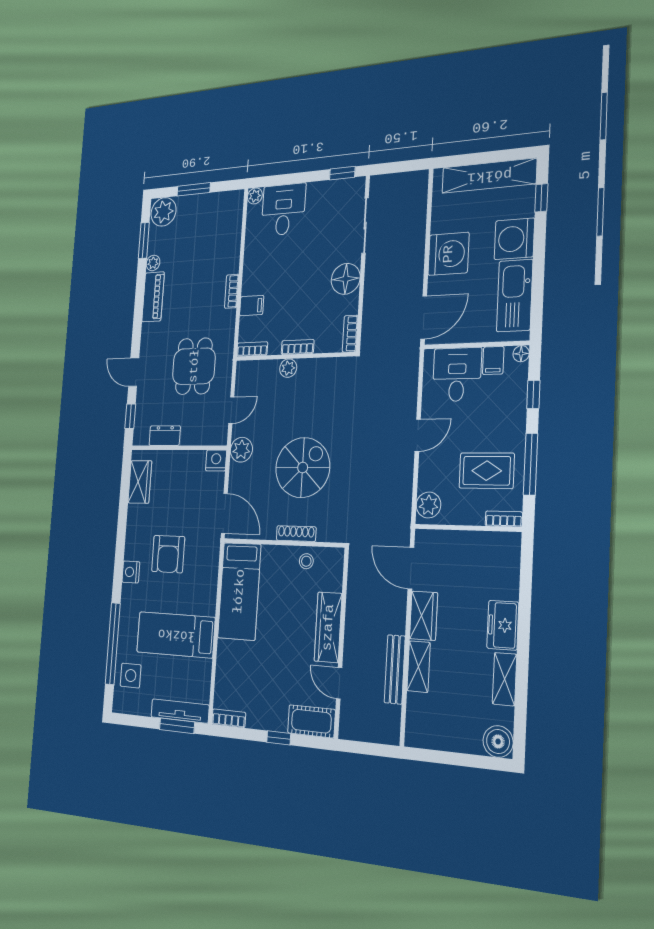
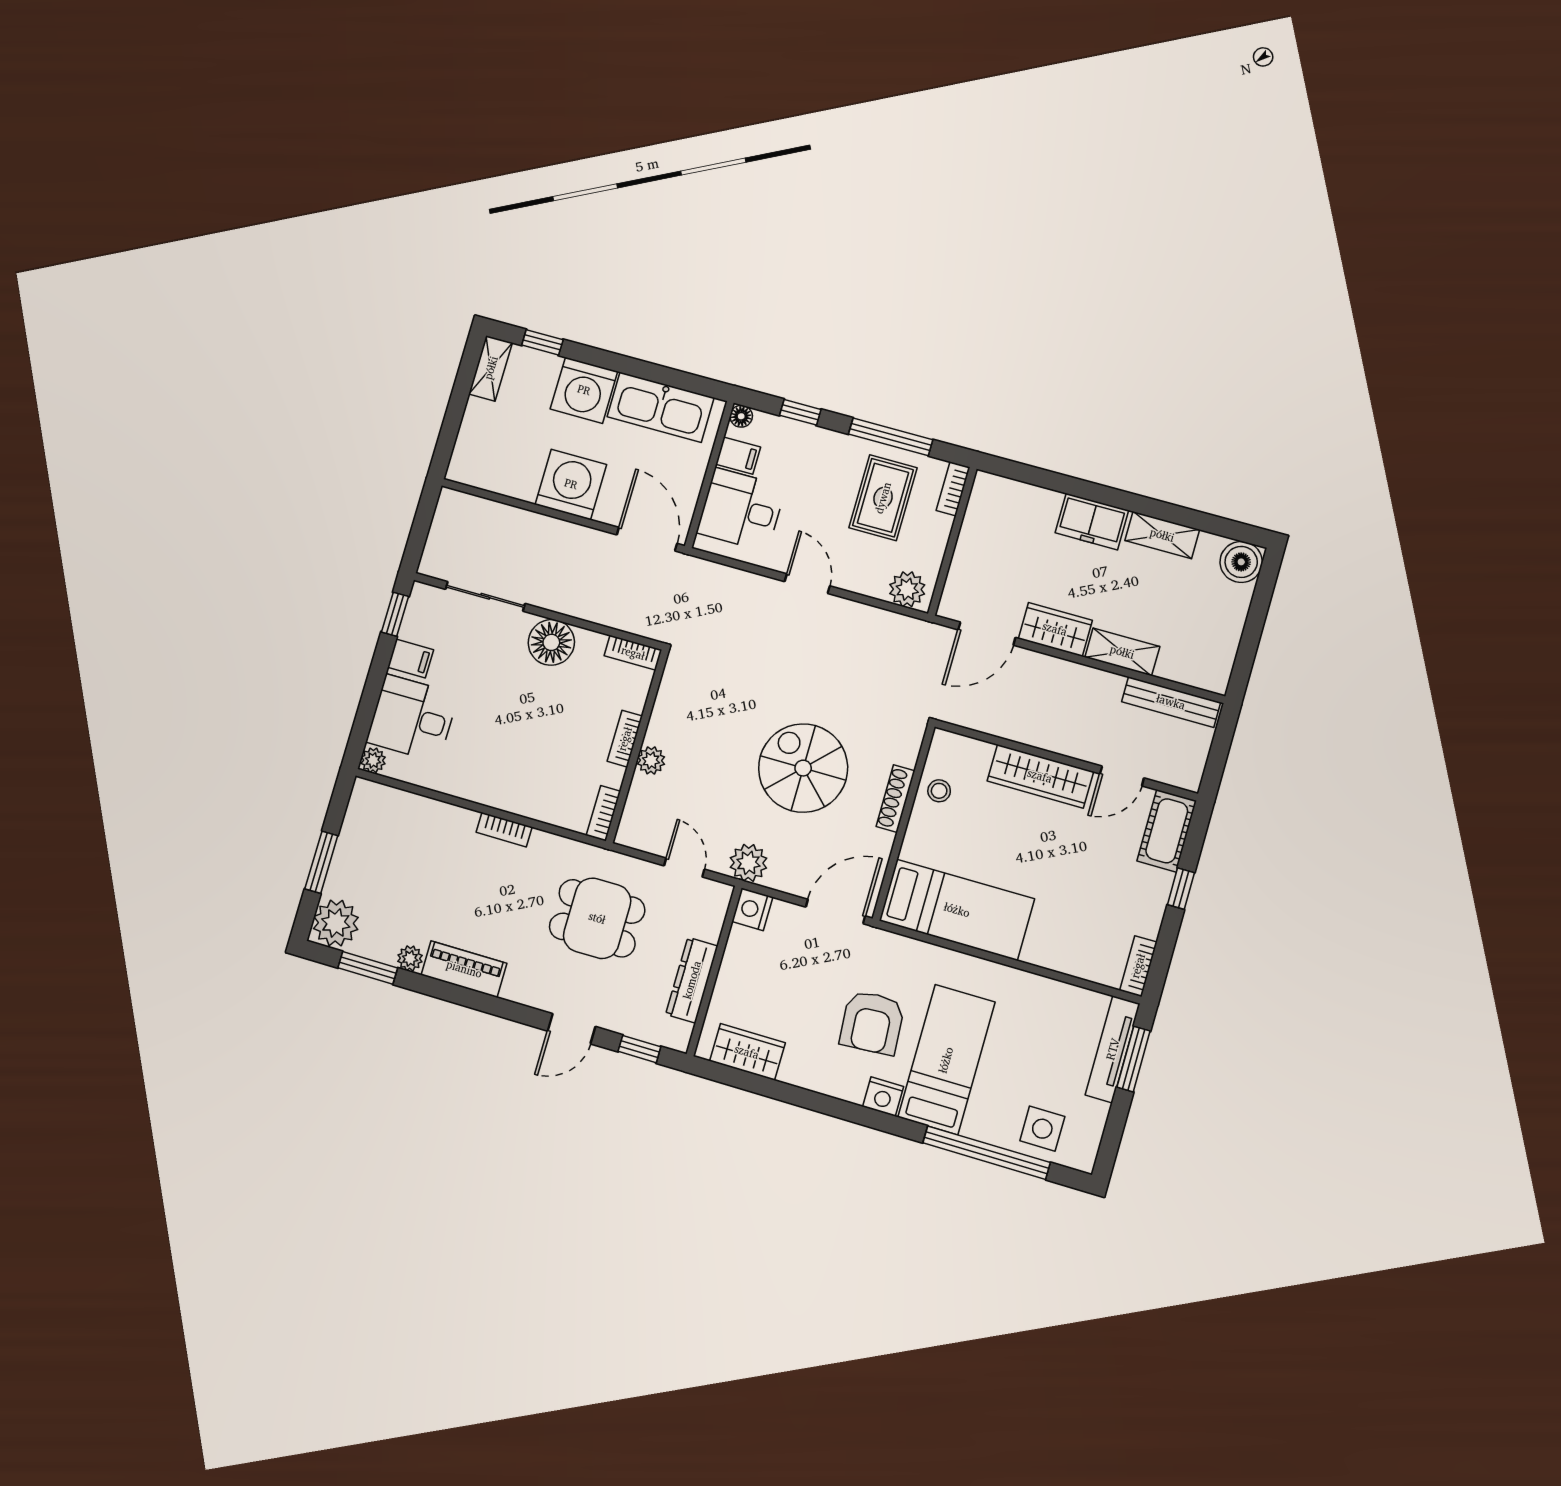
shelving: (489, 176) -> (491, 368), width x0.45, depth x0.75
filing cabinet: (252, 306) -> (411, 658), moved, turned 90
dresser: (165, 436) -> (692, 980), width x1.44
armchair: (168, 554) -> (872, 1023), turned 86
bed: (176, 635) -> (946, 1060), moved, turned 180
bench: (395, 669) -> (1171, 702), moved

